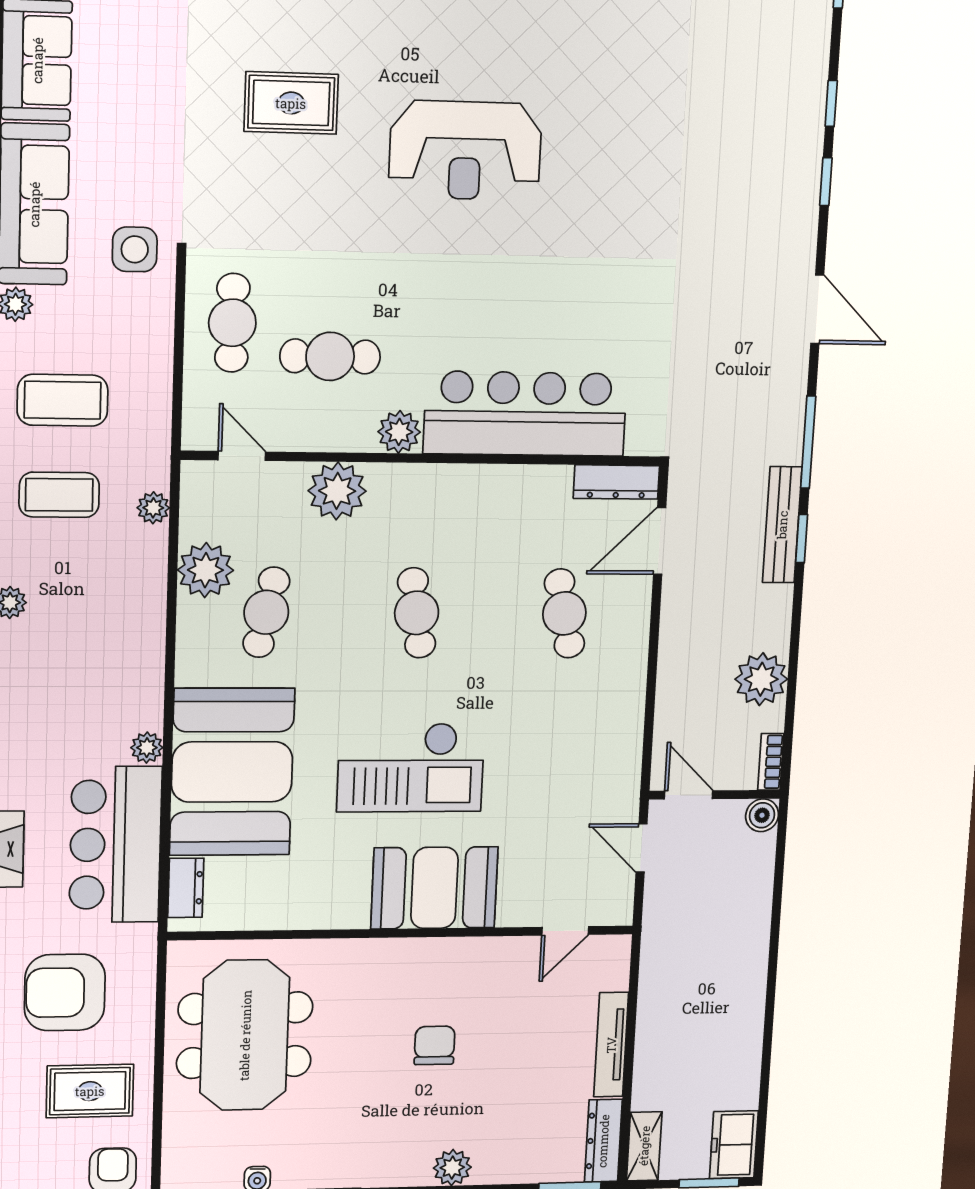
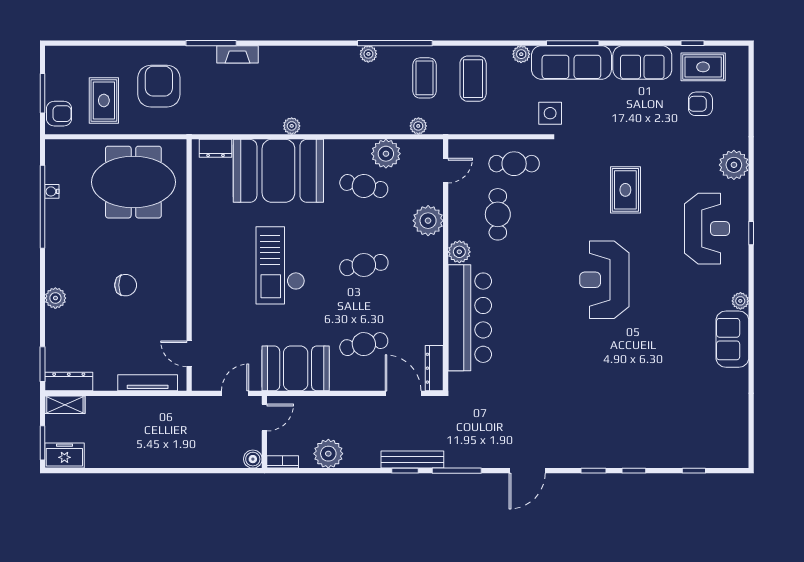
bar counter: (115, 845) -> (239, 111), removed
booth: (435, 888) -> (296, 368), moved, turned 90
tv unit: (611, 1045) -> (148, 383), moved

